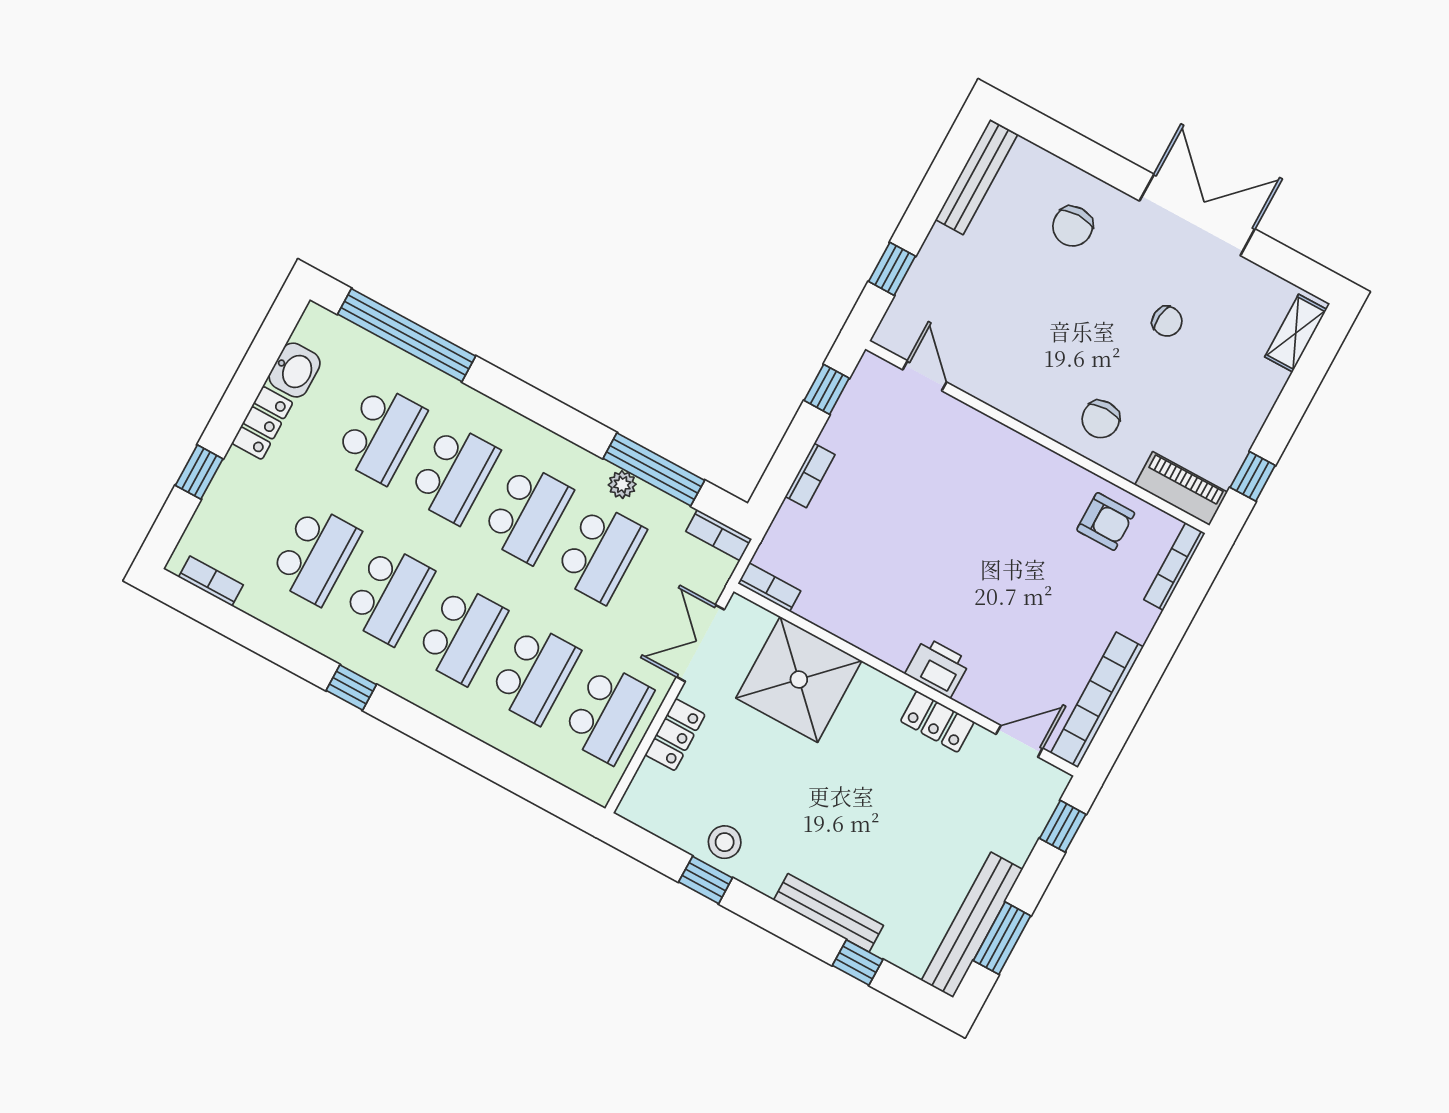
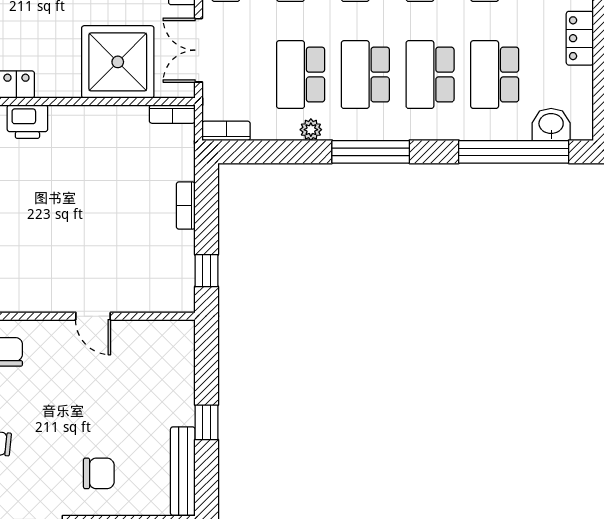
chair: (1073, 226) -> (99, 473), turned 90
window: (892, 269) -> (206, 422), moved
washbasin: (295, 370) -> (551, 124), moved, turned 90
door: (925, 376) -> (93, 316), moved
window: (654, 469) -> (371, 152), moved
double door: (700, 643) -> (199, 50), swing flipped

